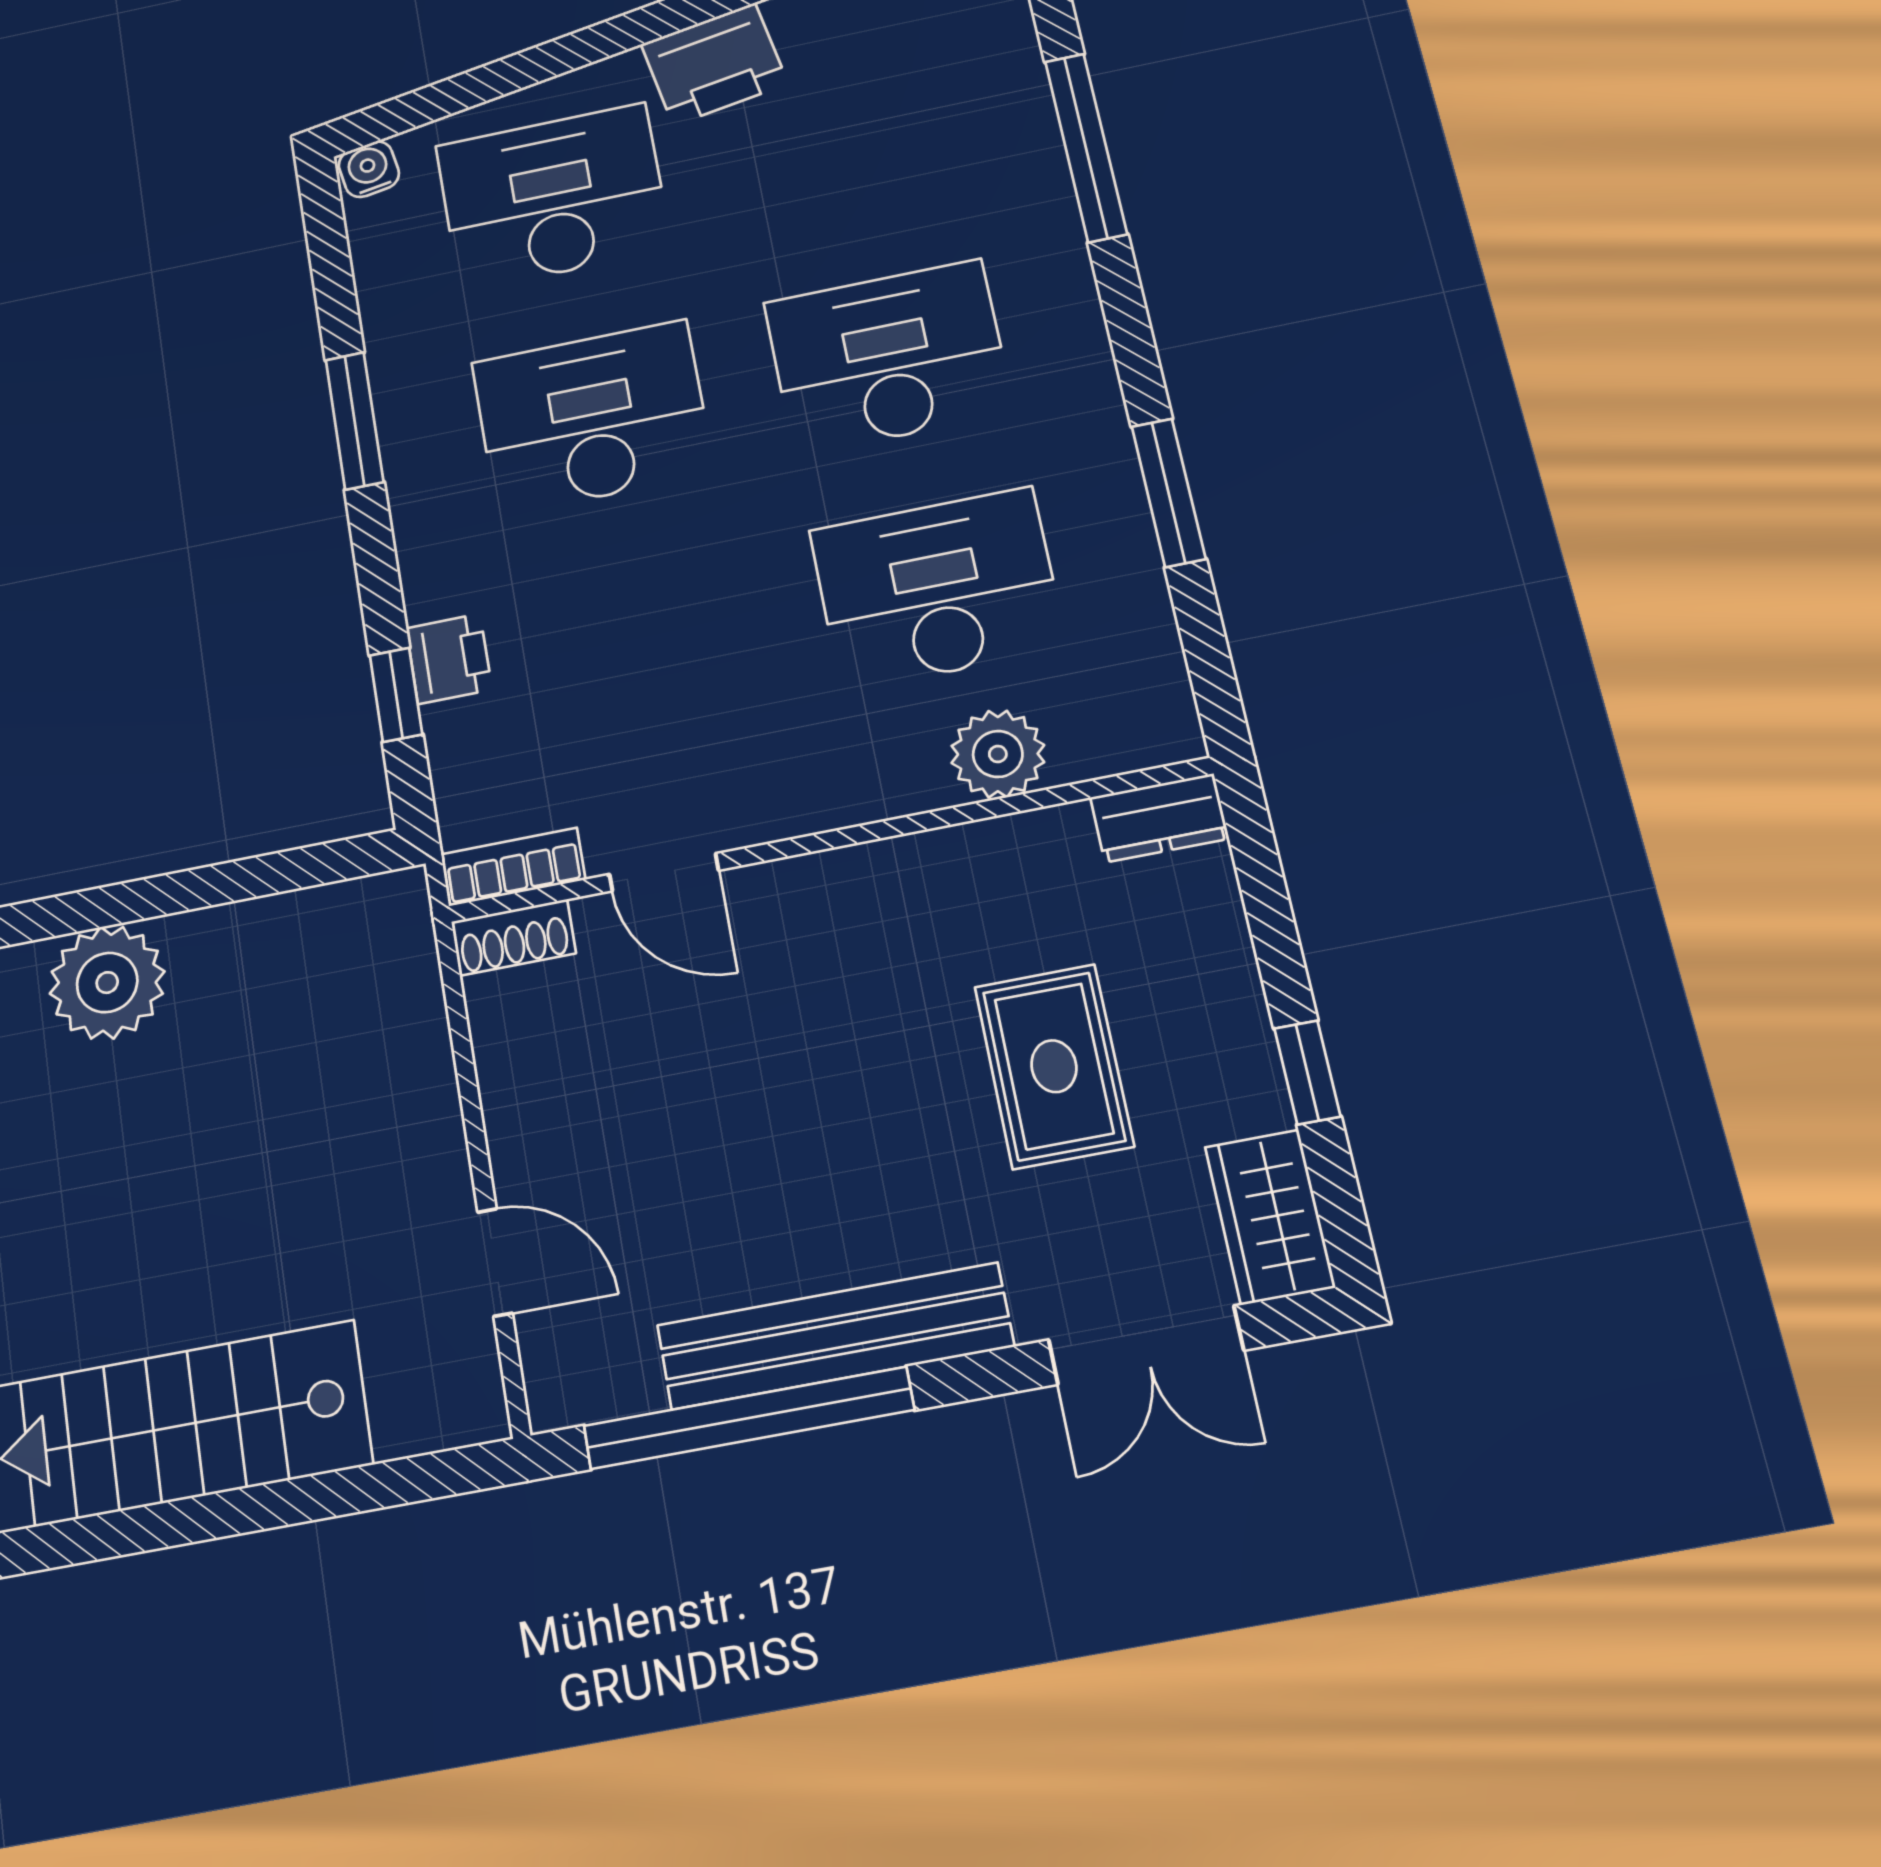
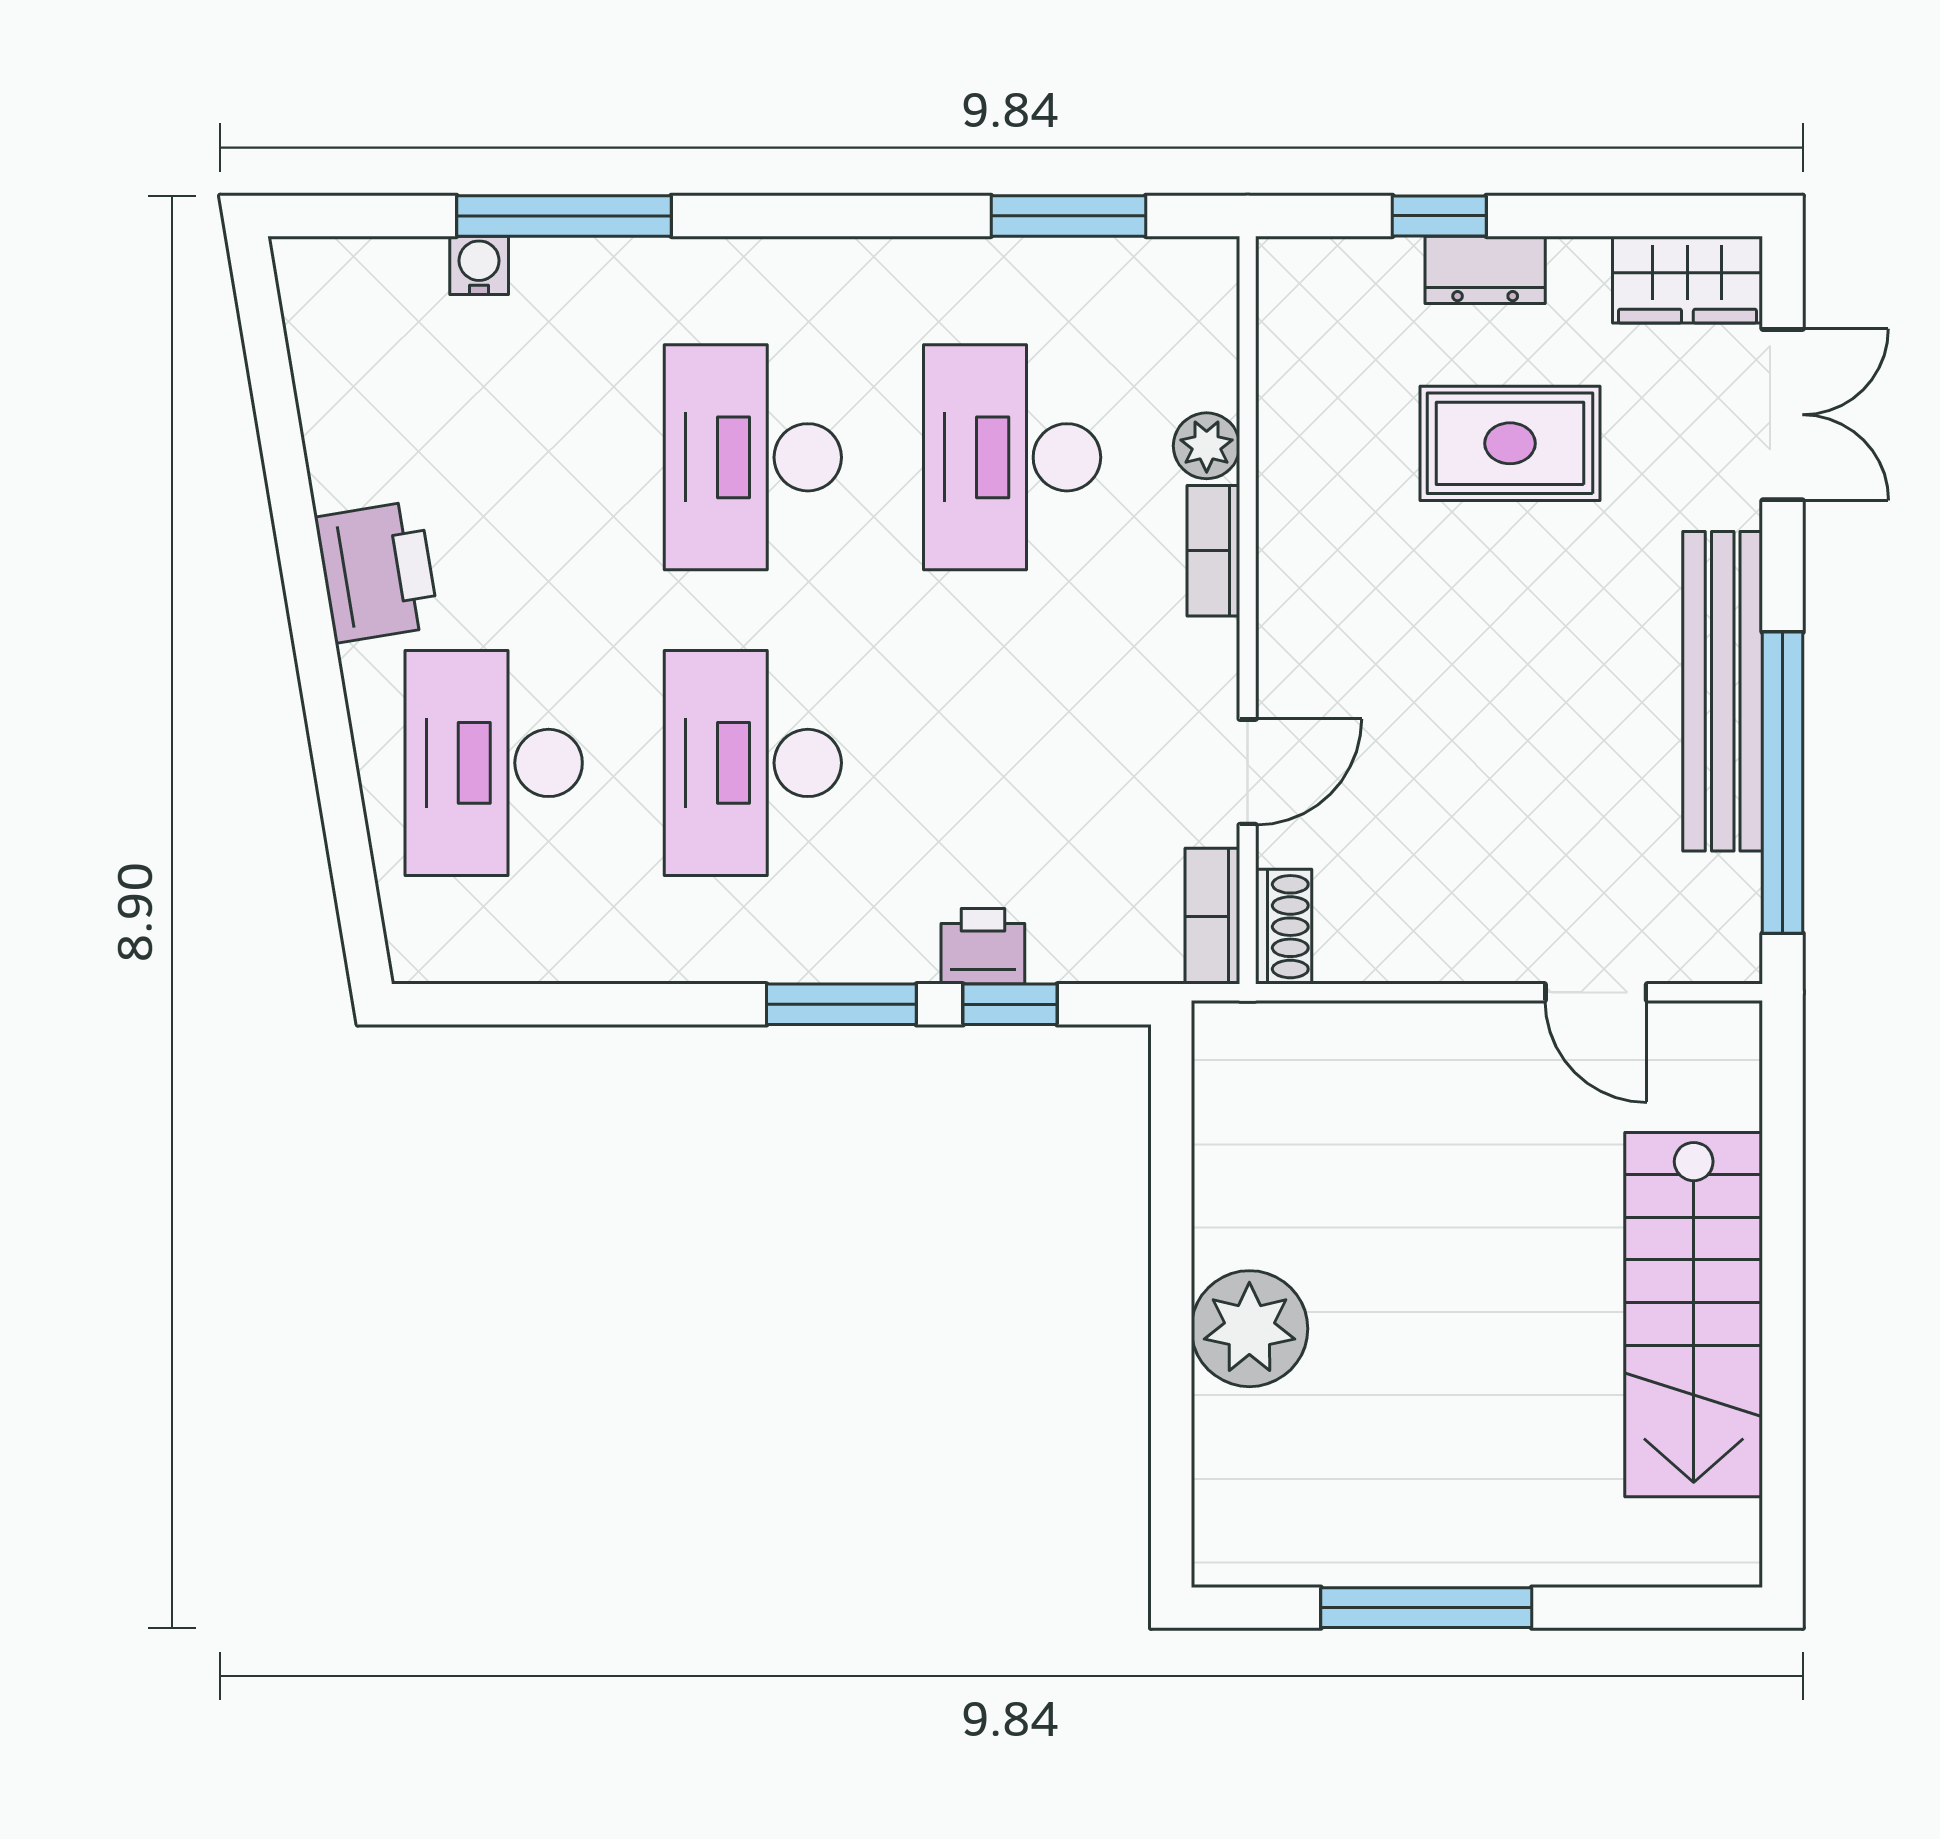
water cooler: (369, 169) -> (479, 265), moved, turned 99
window: (355, 421) -> (841, 1004), moved
window: (1168, 493) -> (1068, 216), moved
plant: (998, 754) -> (1207, 446), width x0.73, depth x0.73
bookcase: (882, 796) -> (1213, 551), added
dresser: (1159, 818) -> (1485, 270), moved, turned 90
window: (1307, 1072) -> (1439, 216), moved
door: (495, 1262) -> (1596, 992), swing flipped

